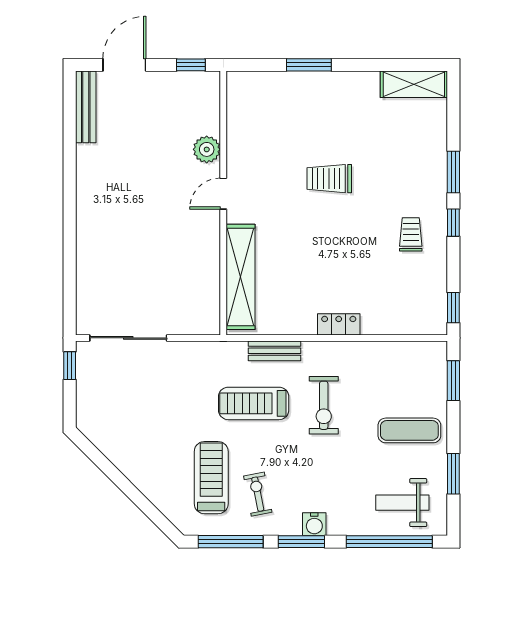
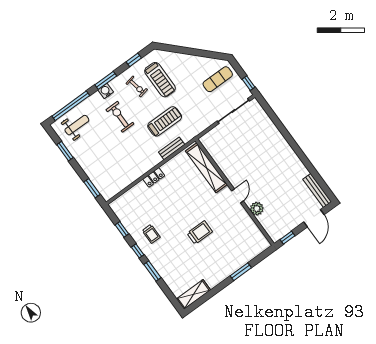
window: (453, 308) -> (122, 229), moved
exercise bike: (324, 405) -> (120, 117), moved
exercise mat: (409, 430) -> (218, 79), moved
window: (231, 542) -> (134, 60), width x0.46

